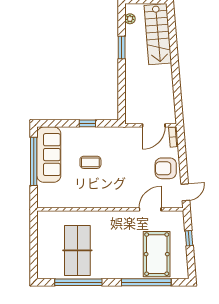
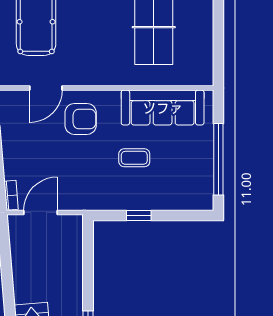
sofa: (49, 155) -> (163, 108), moved, turned -90
armchair: (166, 168) -> (81, 119), moved

